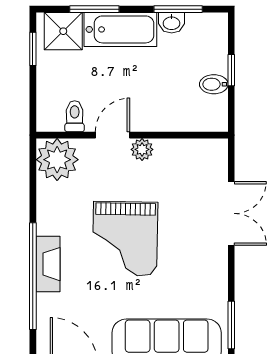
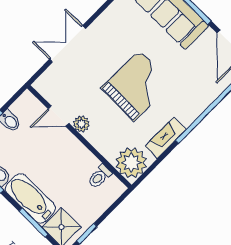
door: (113, 135) -> (58, 116), moved
fireplace: (48, 264) -> (166, 138), moved

